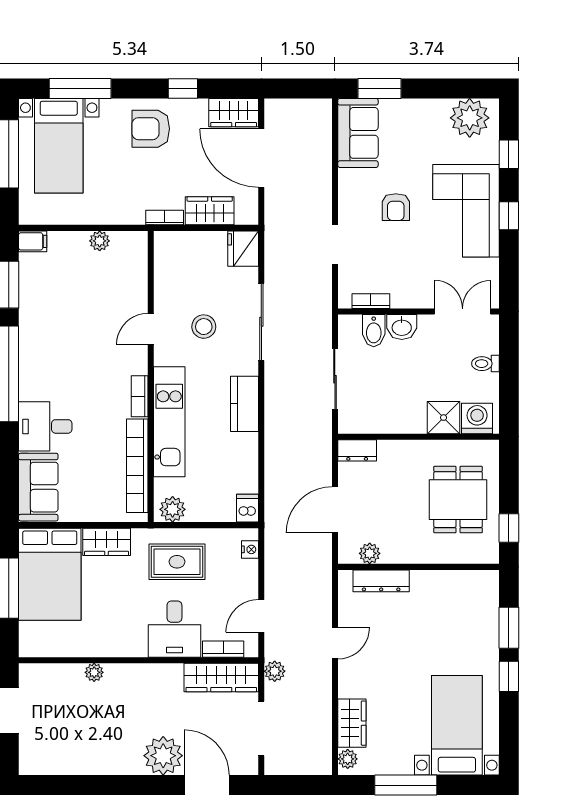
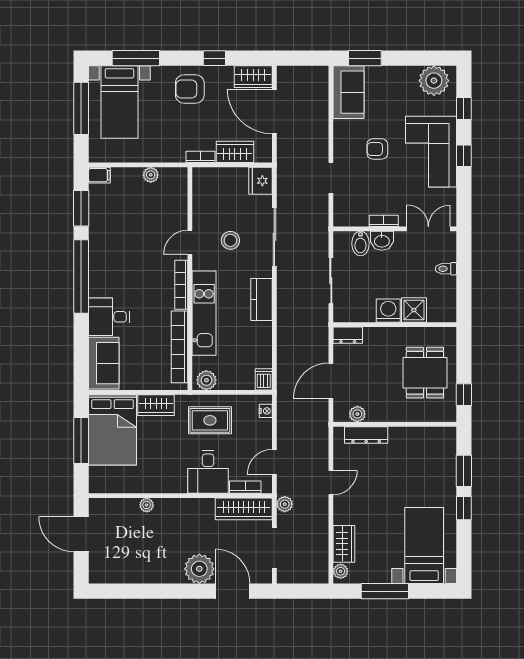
armchair: (396, 207) -> (377, 149), turned 90
bookcase: (371, 301) -> (384, 221), moved
bookcase: (140, 396) -> (181, 285), width x1.56
washing machine: (477, 418) -> (388, 311), moved

